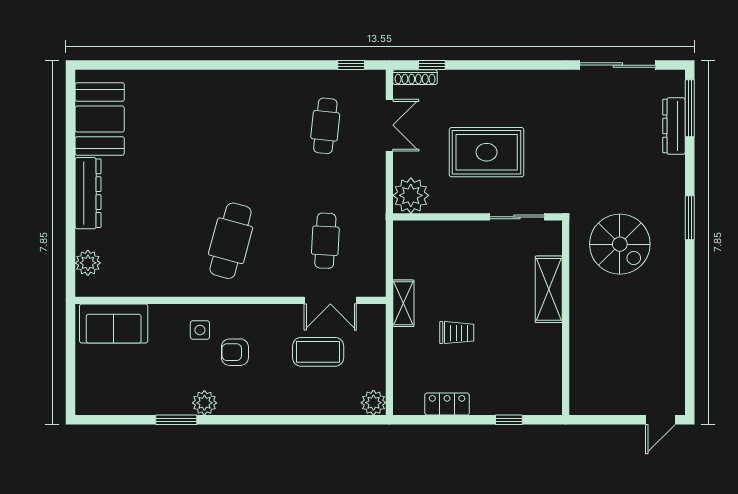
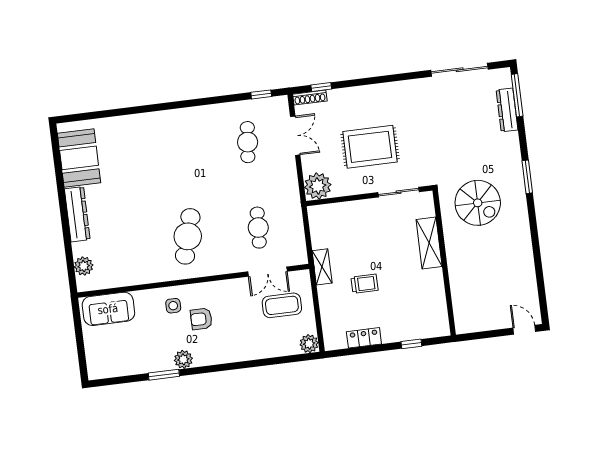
coffee table: (318, 352) -> (282, 305), moved
door: (661, 420) -> (524, 330), swing flipped

